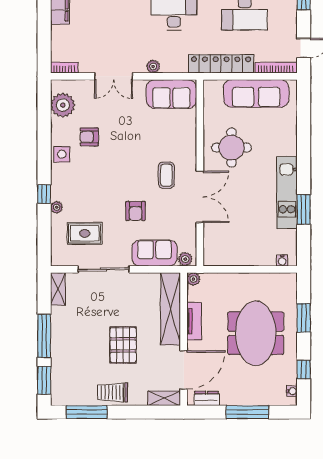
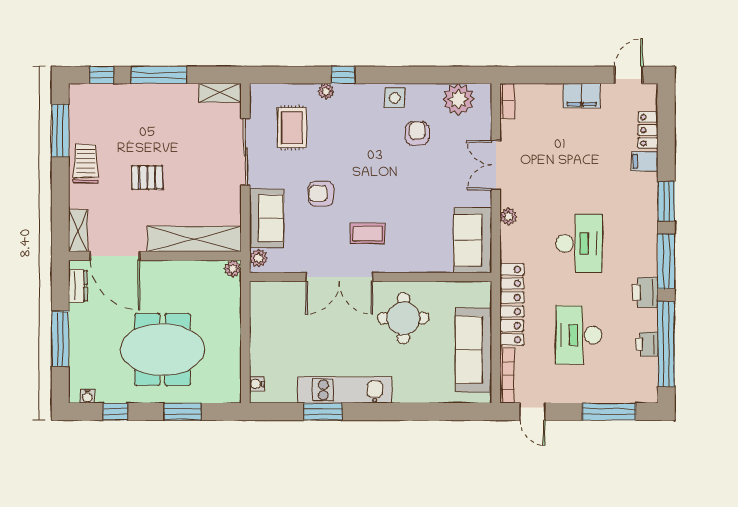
tv unit: (194, 321) -> (178, 269), removed
pallet: (123, 345) -> (147, 177), width x0.67, depth x0.71
window: (44, 380) -> (102, 75), width x0.67

